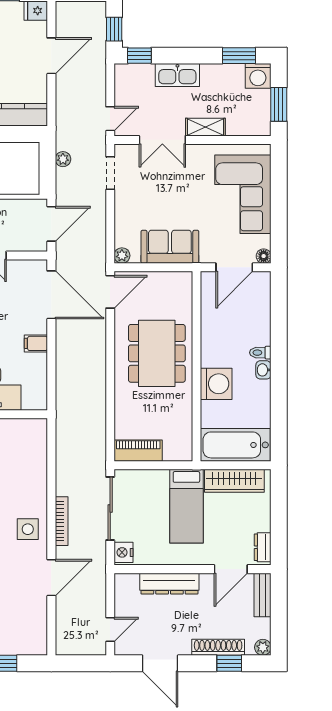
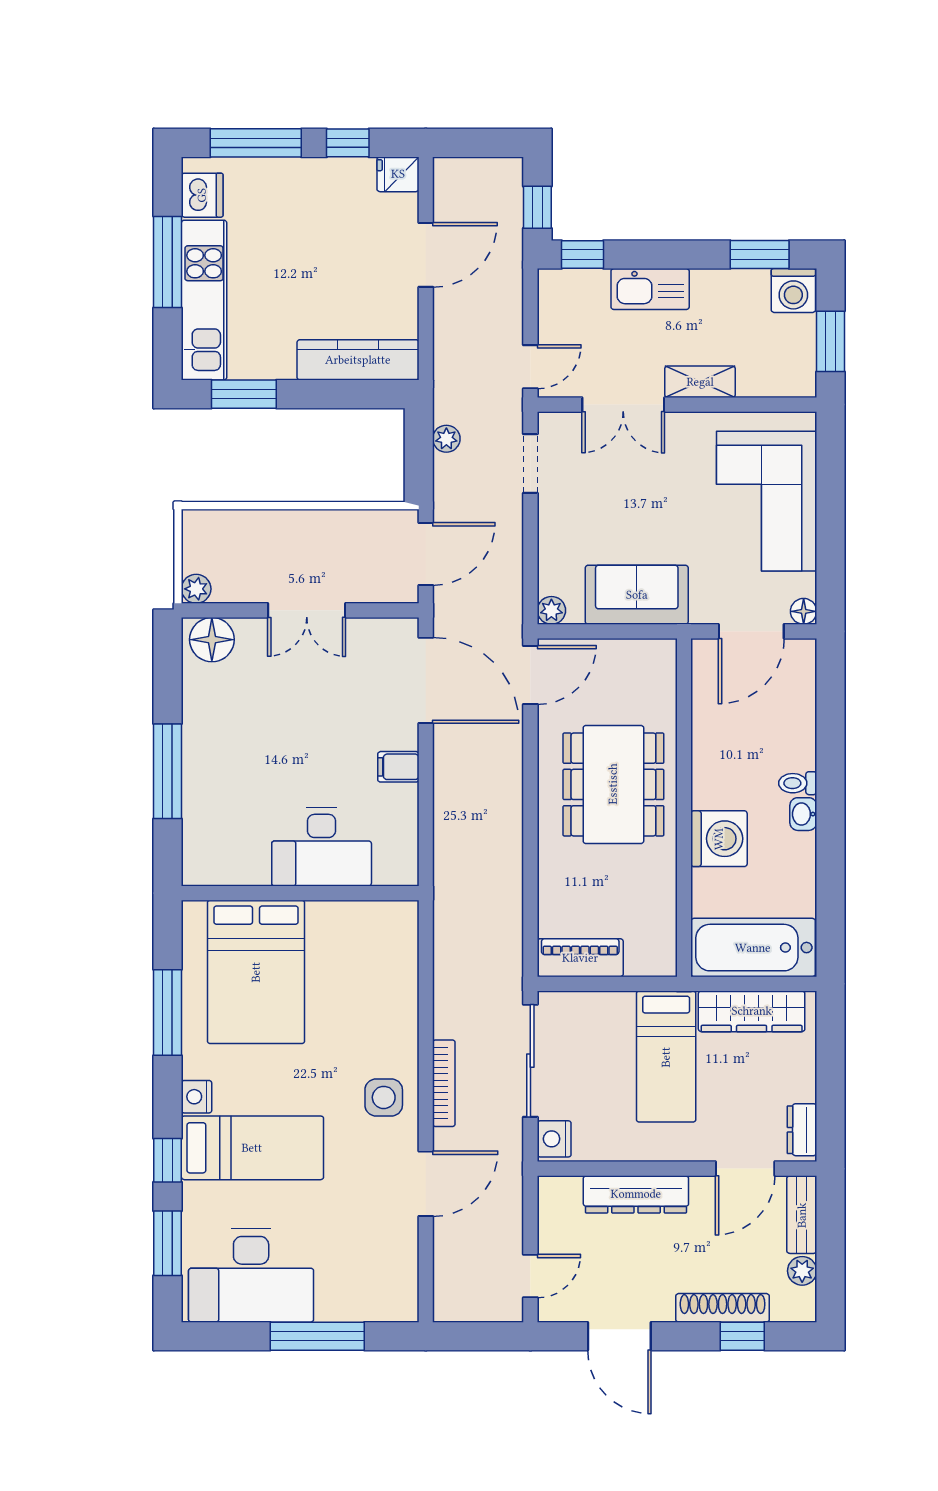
plant: (263, 647) -> (802, 1271), moved

